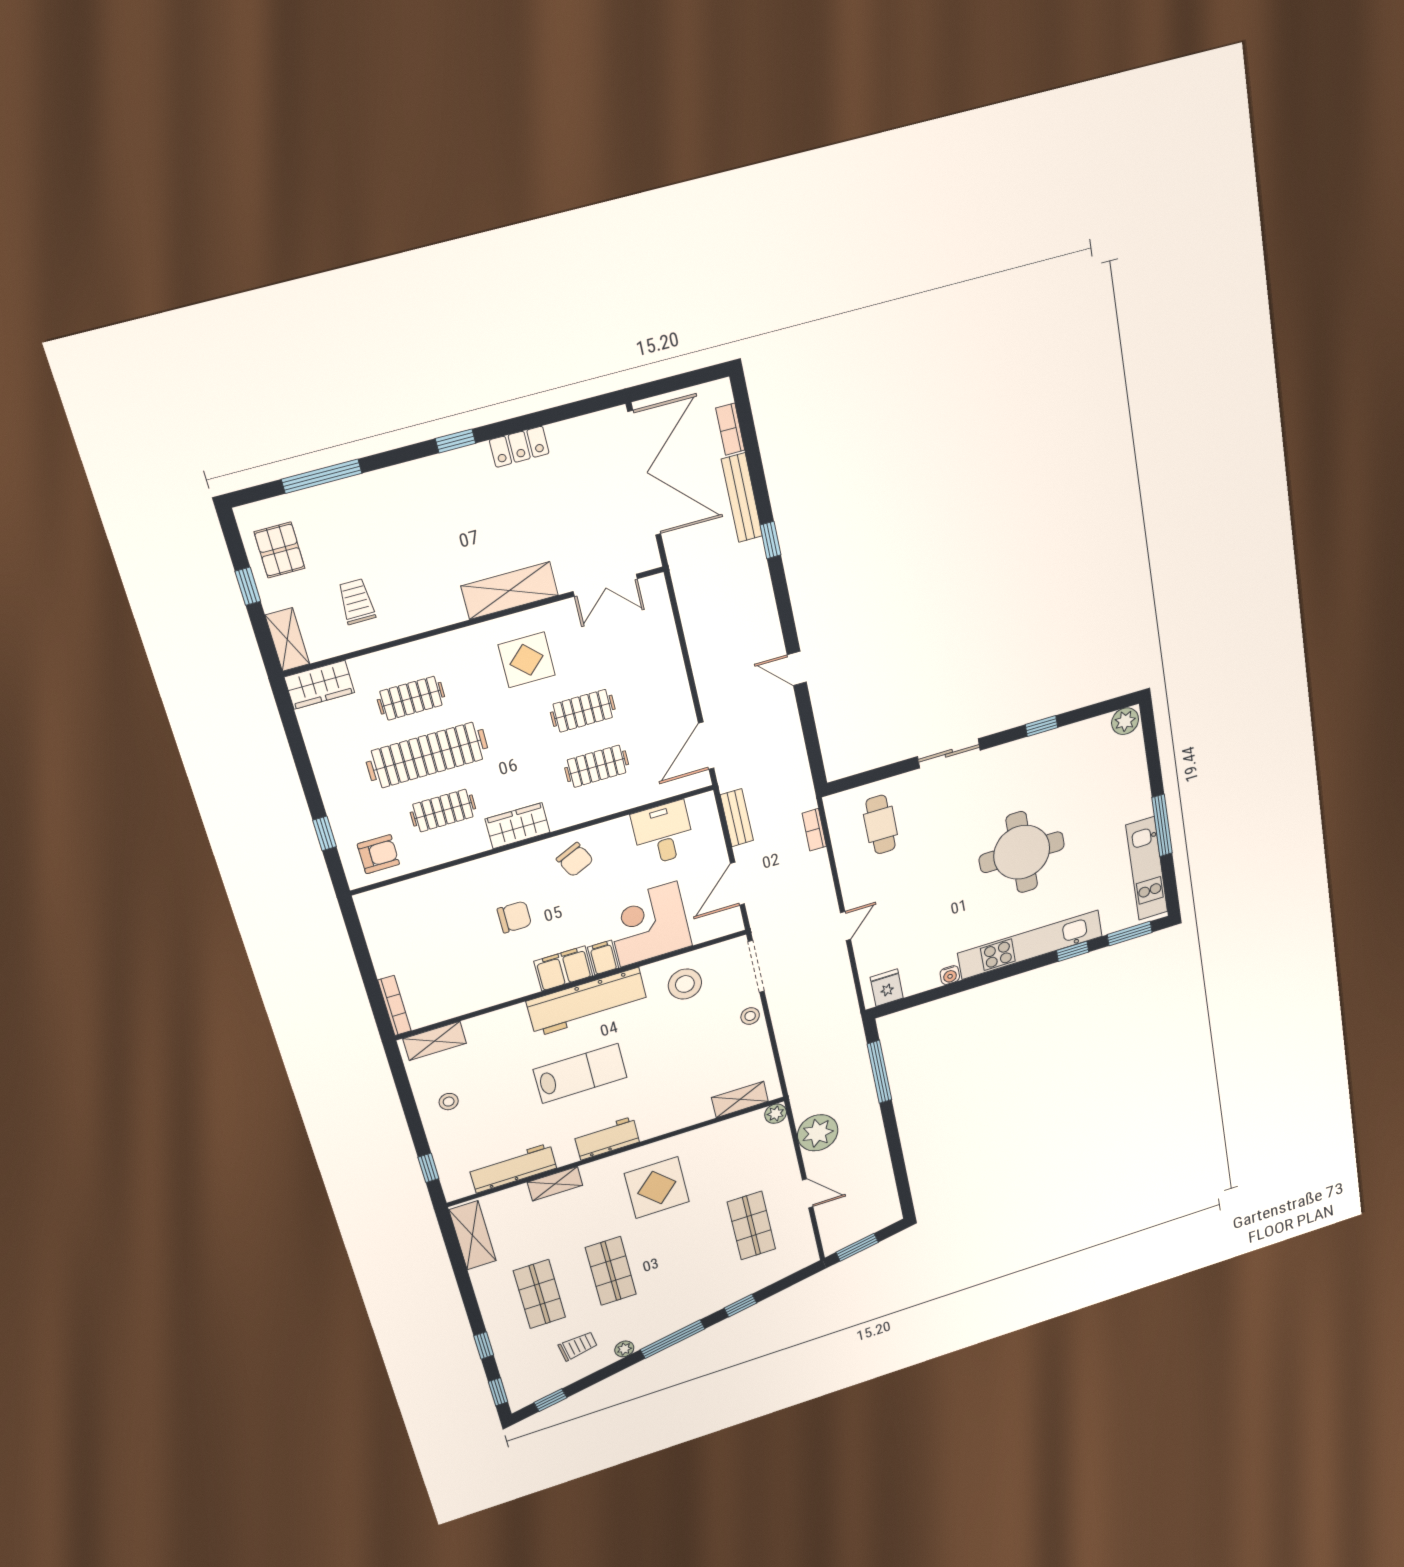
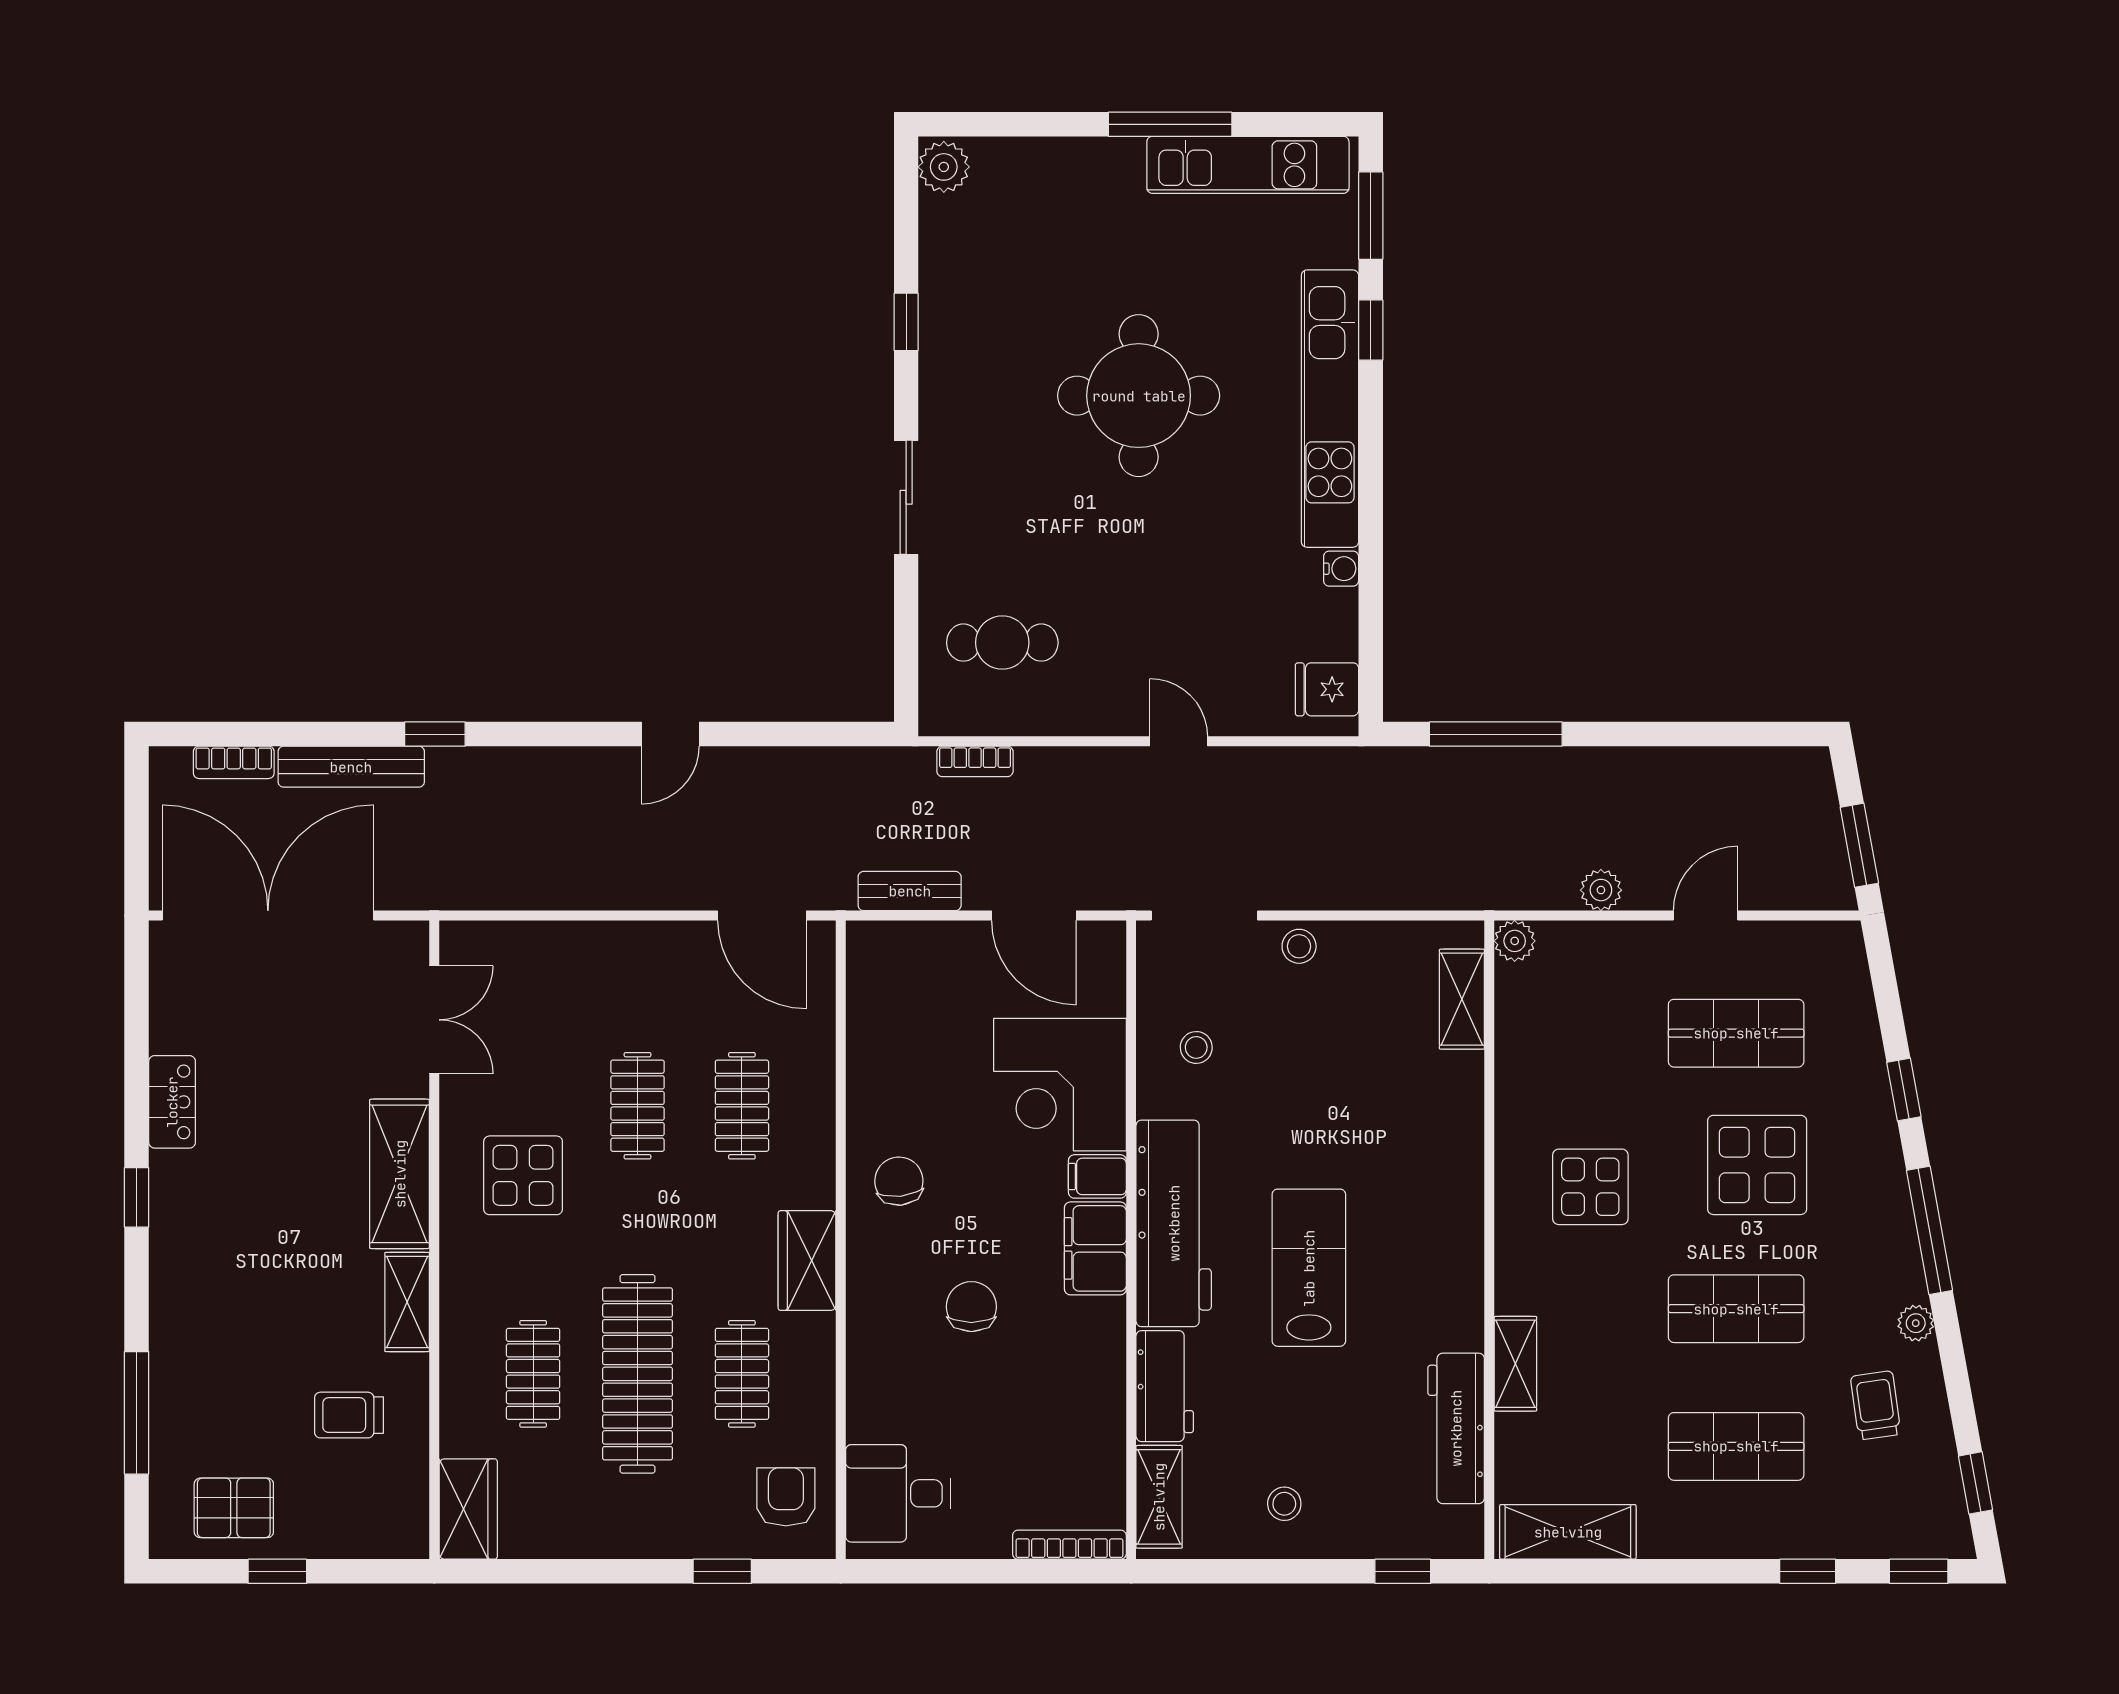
shelving: (287, 640) -> (407, 1302), moved, turned 90
desk: (663, 833) -> (898, 1493), moved
chair: (575, 860) -> (899, 1181), turned -71
stool: (685, 984) -> (1196, 1047), width x0.53, depth x0.53
plant: (818, 1133) -> (1601, 890), width x0.53, depth x0.53
workbench: (607, 1138) -> (1165, 1386), moved, turned 180
display table: (657, 1188) -> (1590, 1187), width x0.73, depth x0.73
display table: (687, 1256) -> (1757, 1165), added

